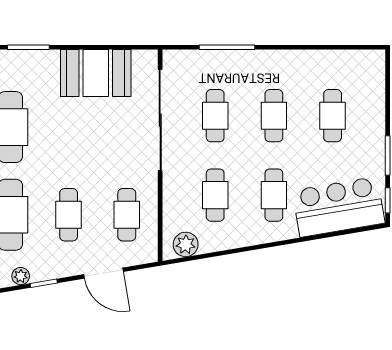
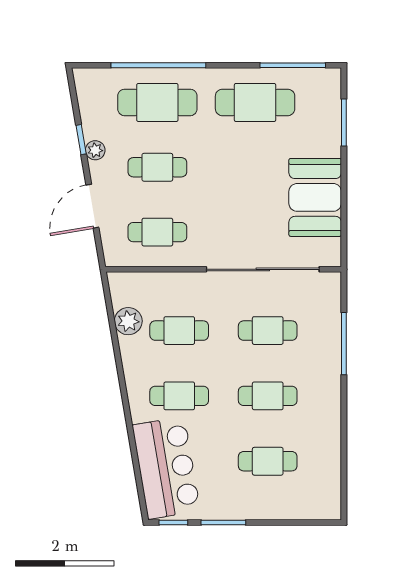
plant: (186, 244) -> (128, 321), moved
plant: (21, 276) -> (95, 150), moved

